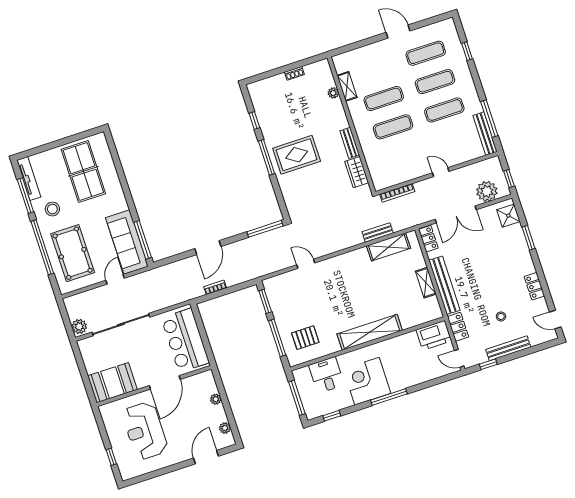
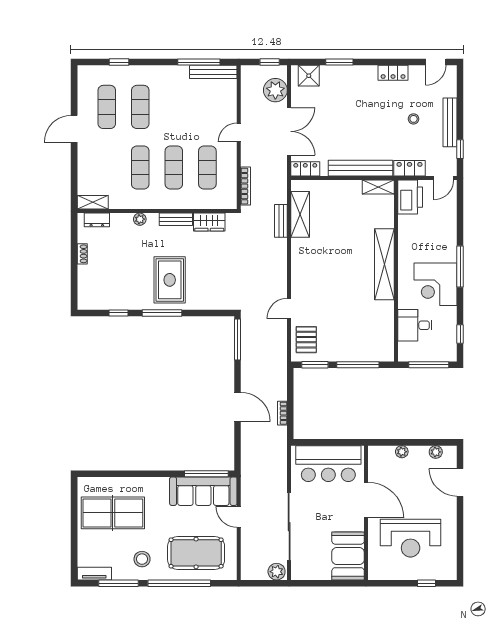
dresser: (327, 76) -> (97, 220), added
shelving: (347, 86) -> (93, 202), moved
plant: (333, 93) -> (140, 219), moved
exercise mat: (444, 110) -> (207, 168), moved
tv unit: (29, 179) -> (94, 574), width x0.71
shelving: (426, 283) -> (378, 187), moved
pallet: (305, 338) -> (306, 340), moved

